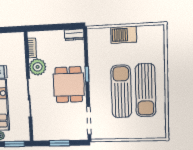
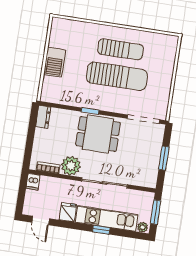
dishwasher: (18, 37) -> (33, 182), added
sun lounger: (145, 90) -> (121, 49), width x0.73, depth x0.75
sun lounger: (121, 91) -> (117, 76), turned 180

